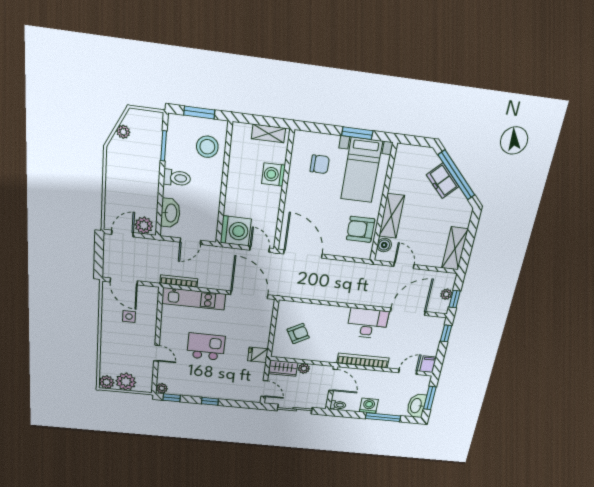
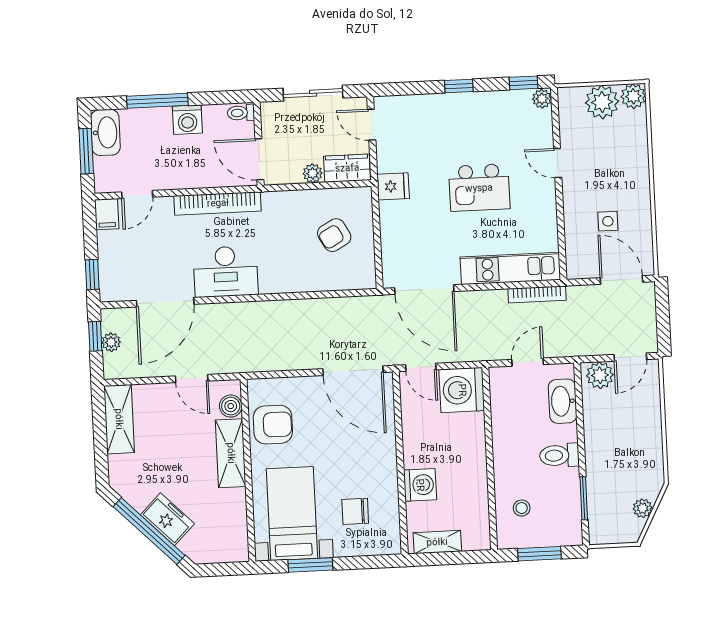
stool: (207, 147) -> (522, 508), width x0.53, depth x0.53

